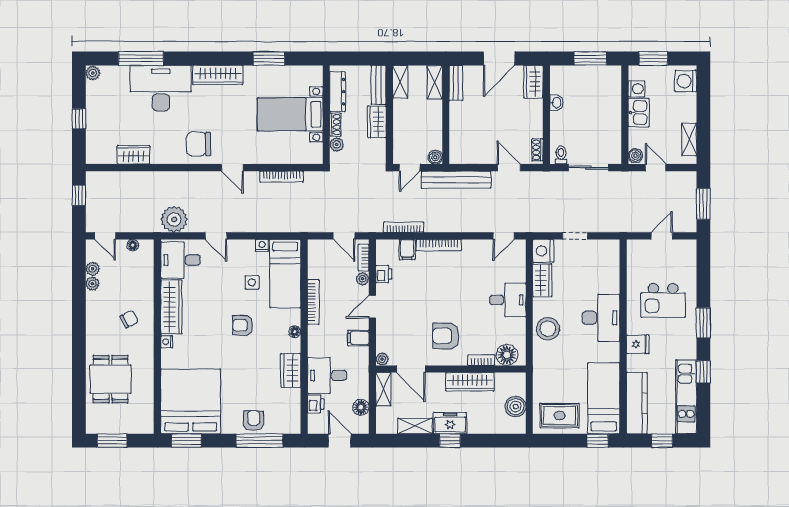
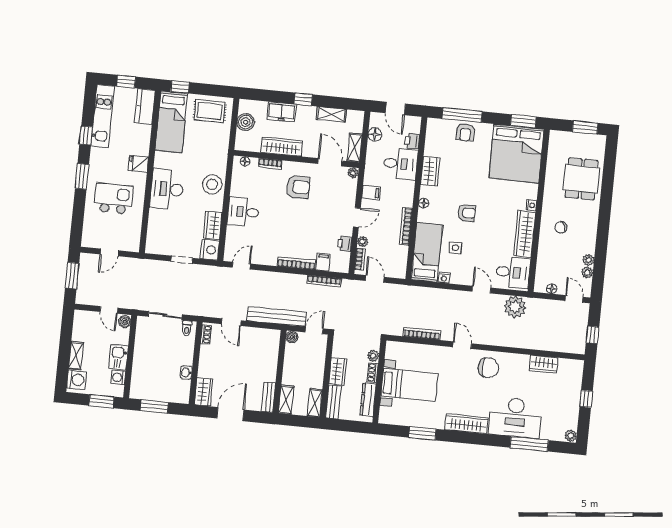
shelving: (689, 139) -> (76, 356), moved
floor lamp: (507, 355) -> (245, 161), width x0.53, depth x0.53
kitchen counter: (637, 403) -> (145, 107), width x0.67
freezer: (450, 423) -> (282, 112), moved

